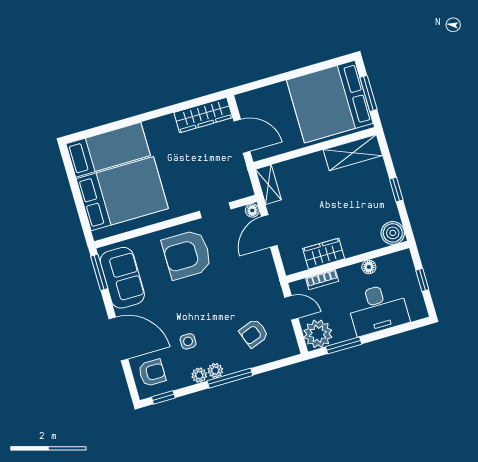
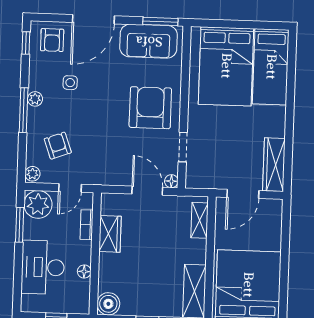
shelving: (268, 185) -> (200, 220), moved, turned 90
plant: (199, 375) -> (32, 174), moved

